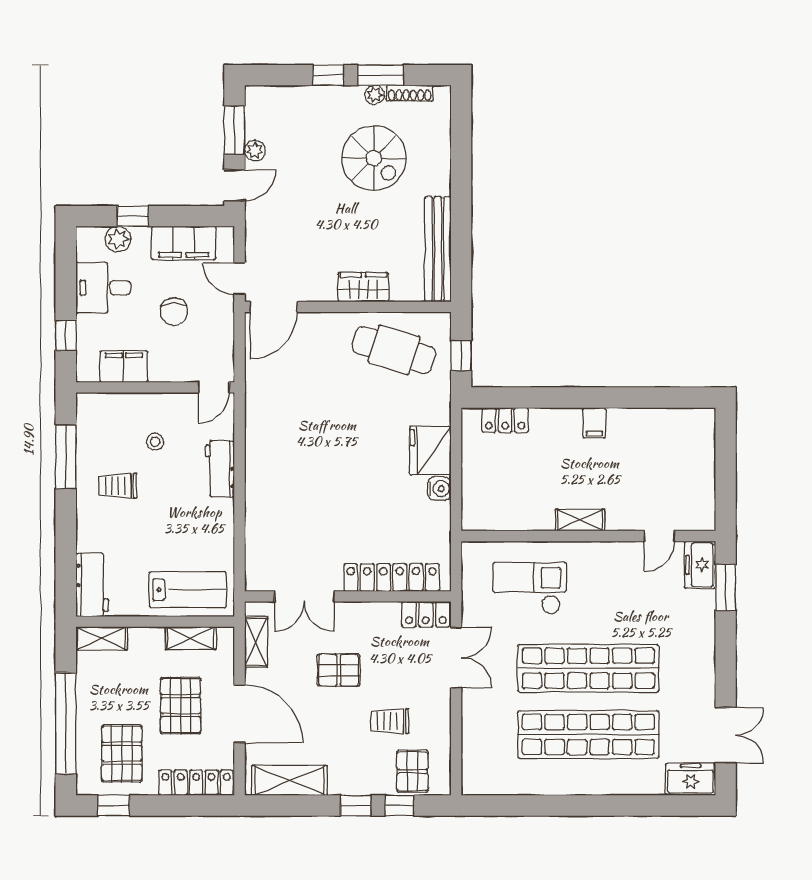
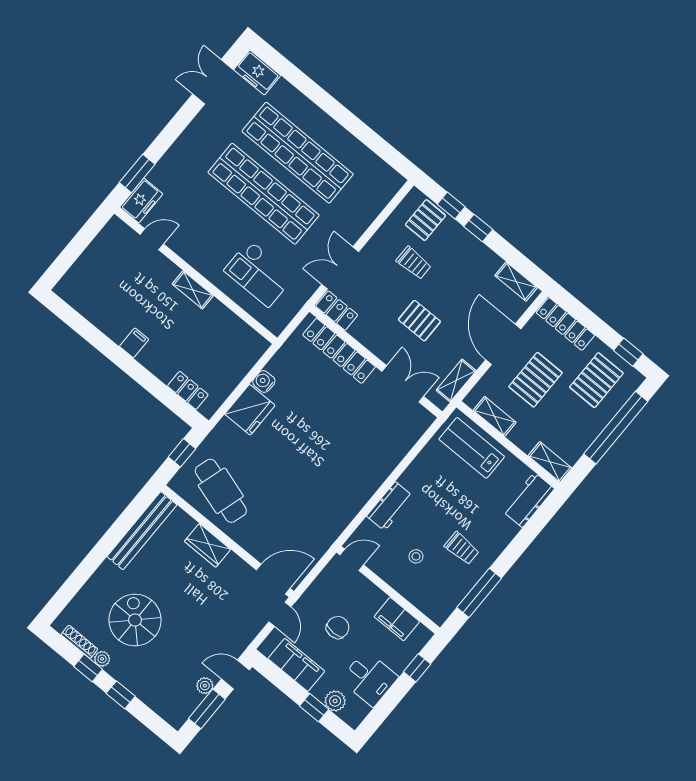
window: (381, 75) -> (88, 668), width x0.67
shelving: (290, 780) -> (516, 282), width x0.67, depth x0.75

